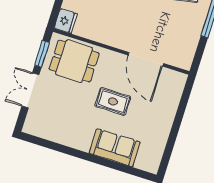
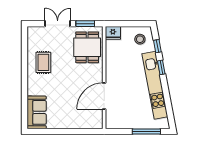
rug: (113, 101) -> (43, 62), moved
sofa: (115, 148) -> (37, 112), moved

